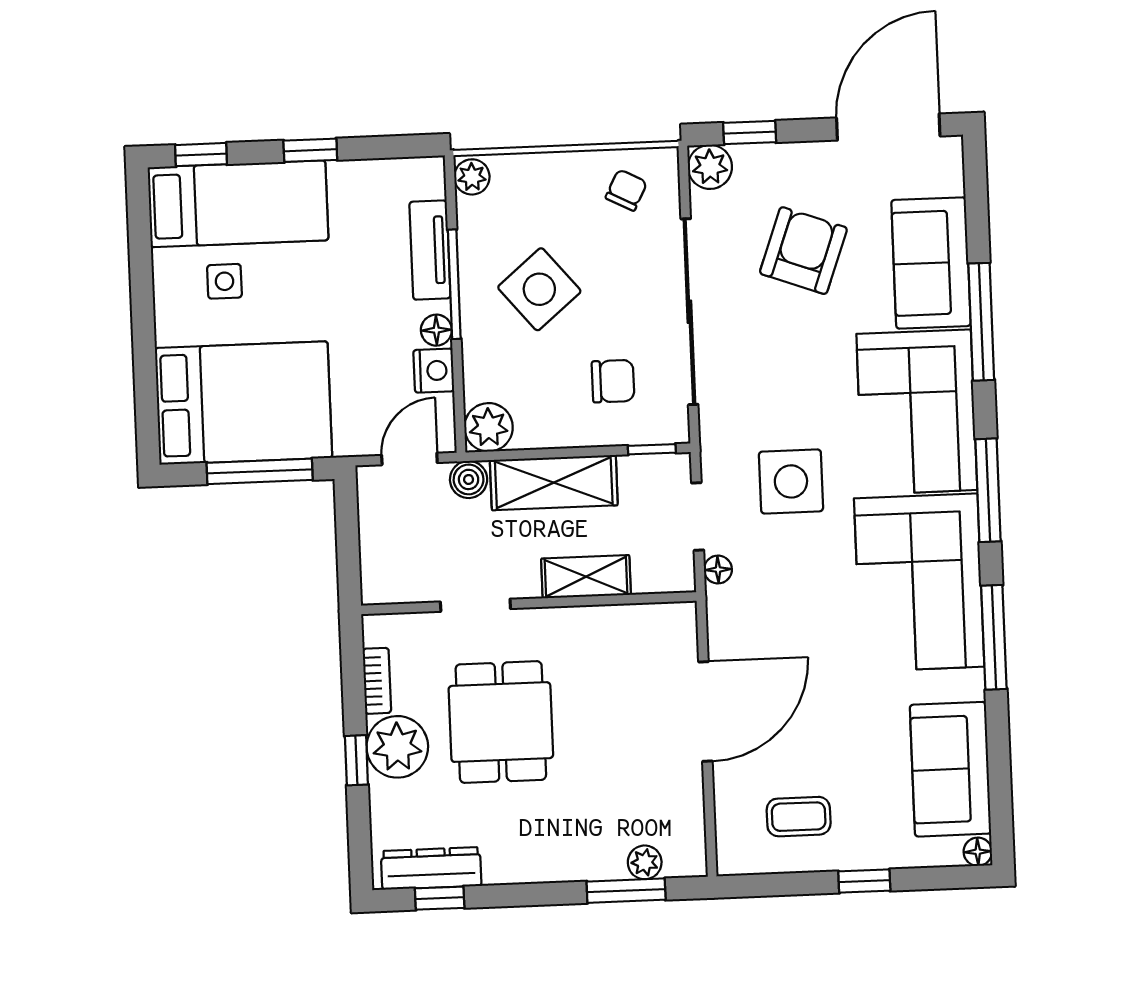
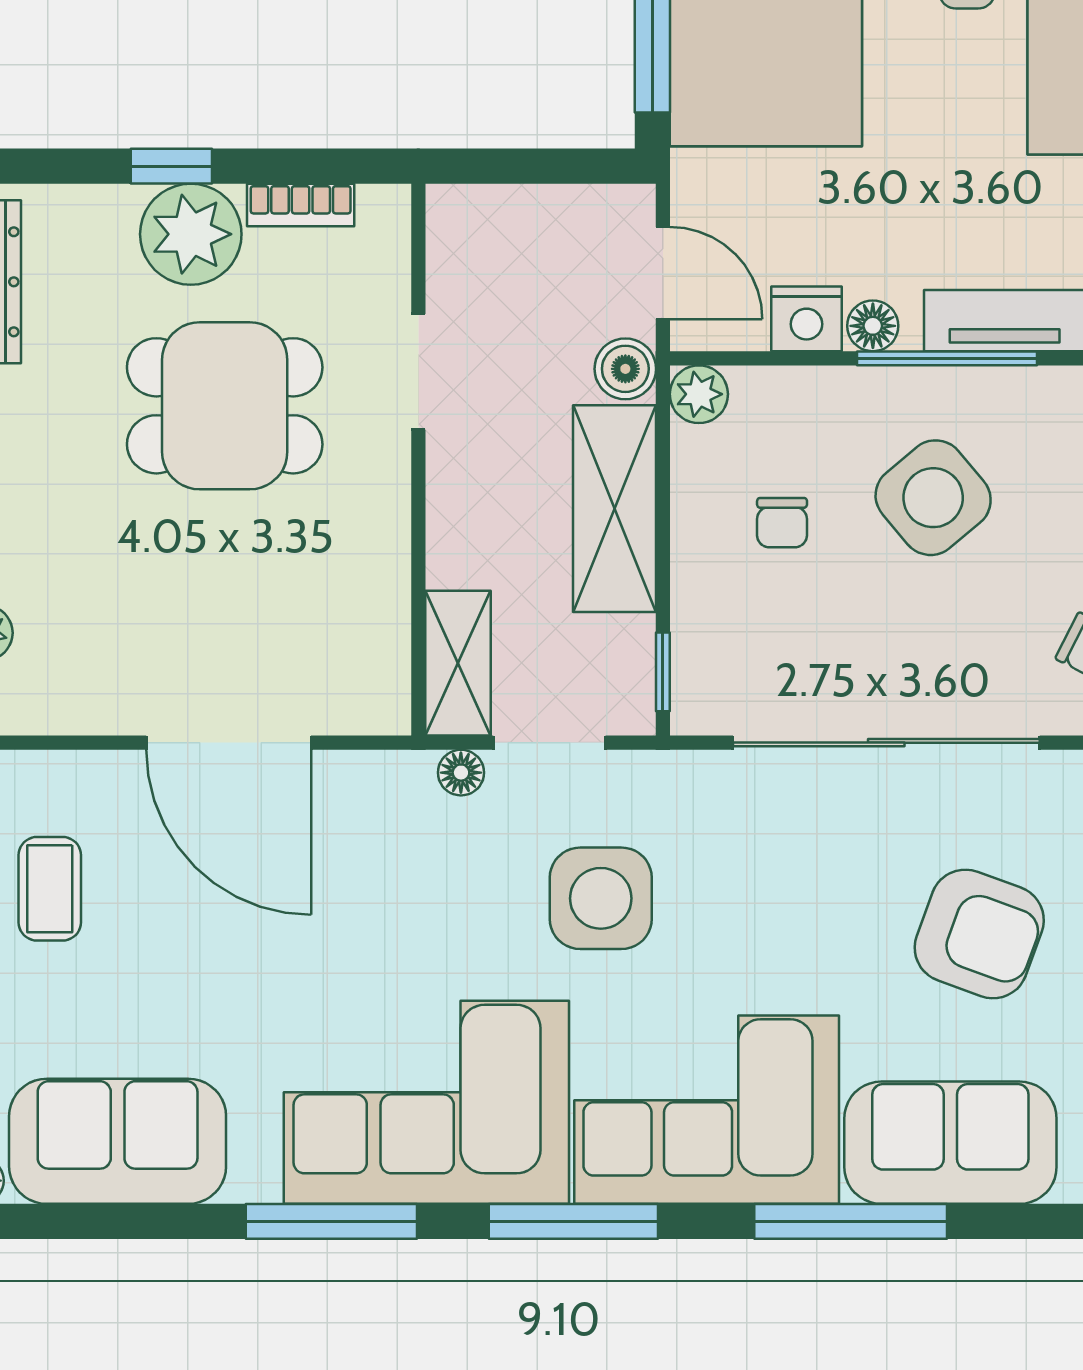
chair: (613, 381) -> (782, 523), moved, width x0.73, depth x0.73
plant: (489, 427) -> (699, 394), width x0.73, depth x0.73
shelving: (586, 577) -> (458, 663), moved

